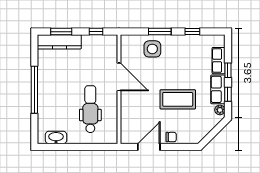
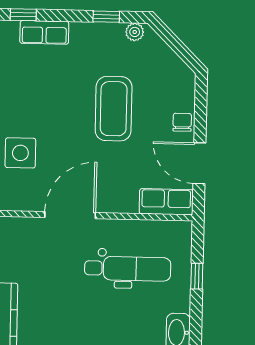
window: (228, 70) -> (23, 15), moved
row of seats: (218, 89) -> (166, 202), moved, turned 180
dental chair: (90, 109) -> (128, 269), turned 180
window: (87, 147) -> (197, 276), added

